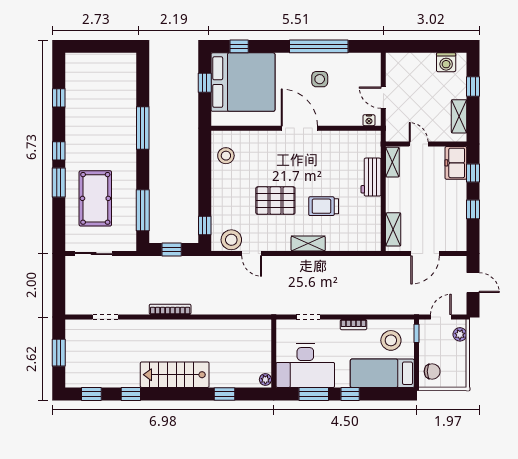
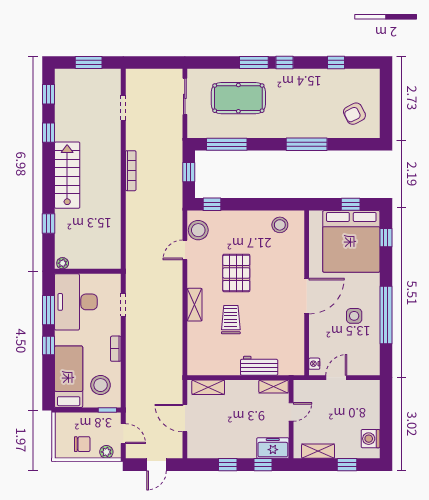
armchair: (111, 79) -> (354, 114), added
chair: (432, 371) -> (82, 444), moved, turned -90

